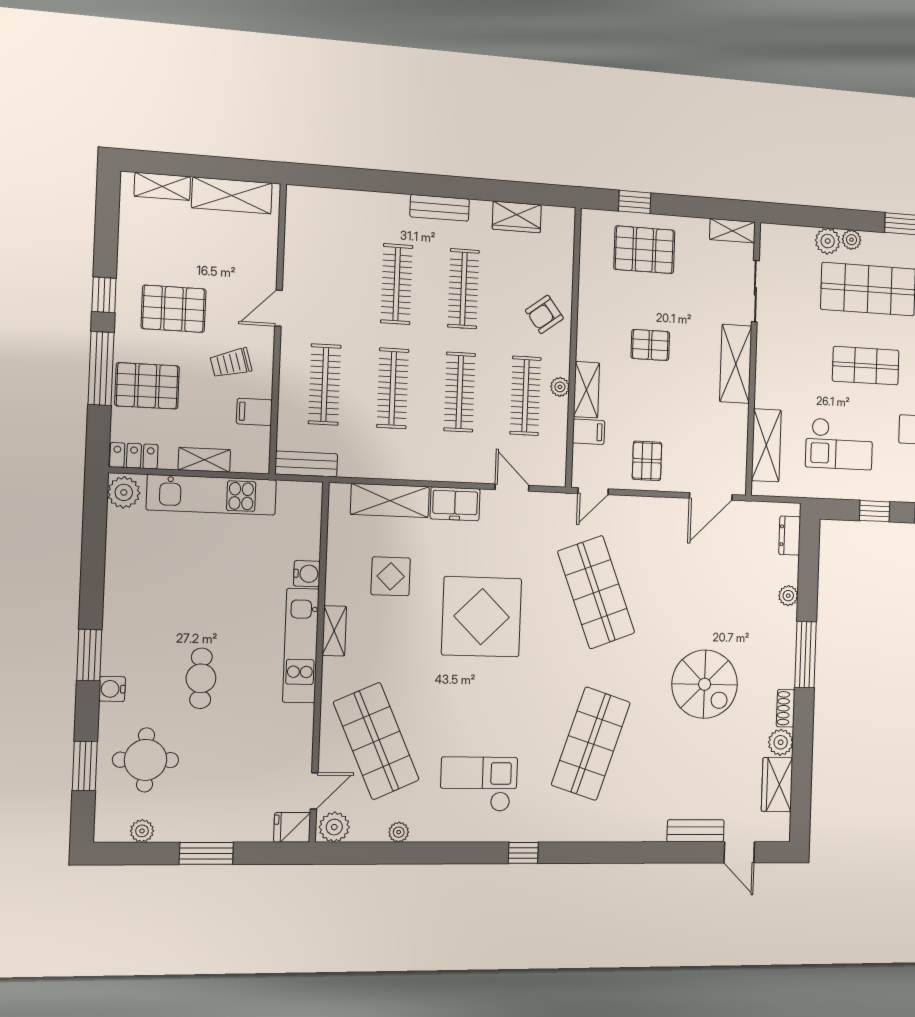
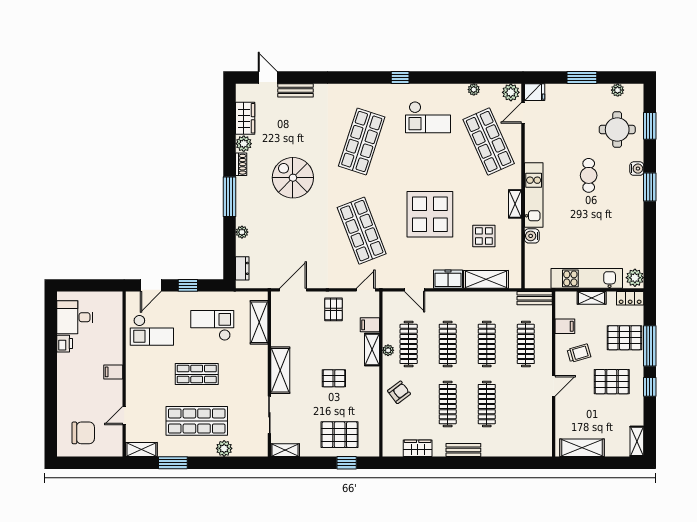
shelving: (162, 186) -> (637, 441), moved, turned 90
plant: (851, 240) -> (209, 450), removed

